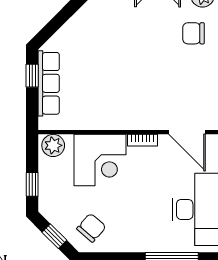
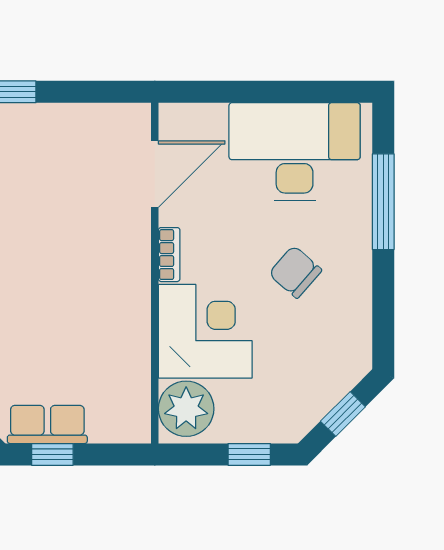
row of seats: (49, 83) -> (47, 424), width x0.68
plant: (53, 145) -> (186, 409), width x1.36, depth x1.36
chair: (91, 228) -> (295, 272), moved

